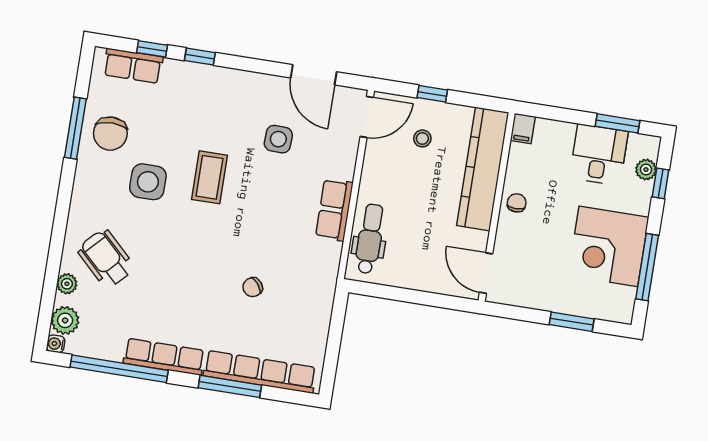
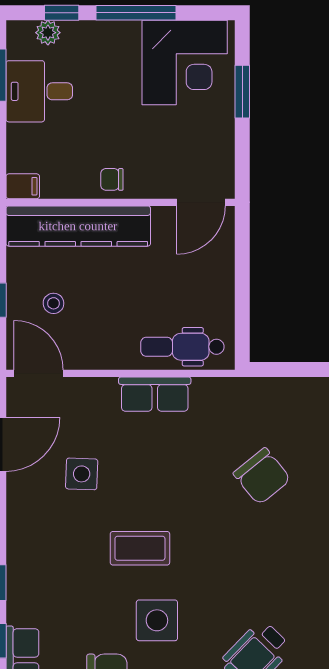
corner desk: (608, 246) -> (185, 62), moved
window: (647, 267) -> (136, 13), moved
chair: (253, 287) -> (262, 476), width x1.87, depth x1.87

